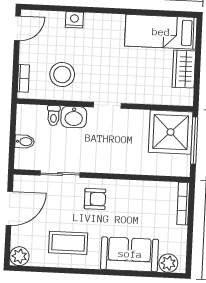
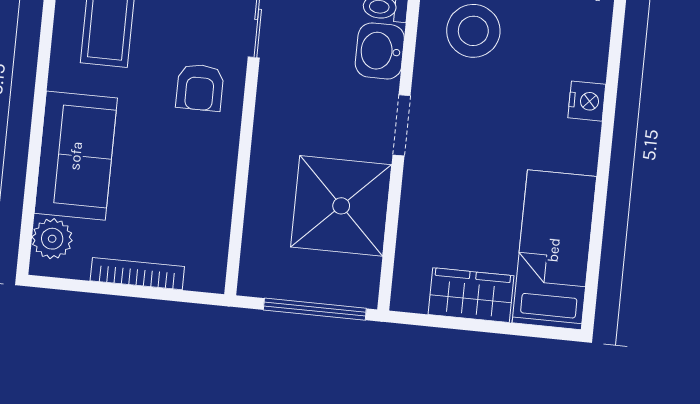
nightstand: (74, 20) -> (587, 101), moved
shower: (171, 132) -> (341, 206), moved
bookcase: (183, 204) -> (137, 274), moved

